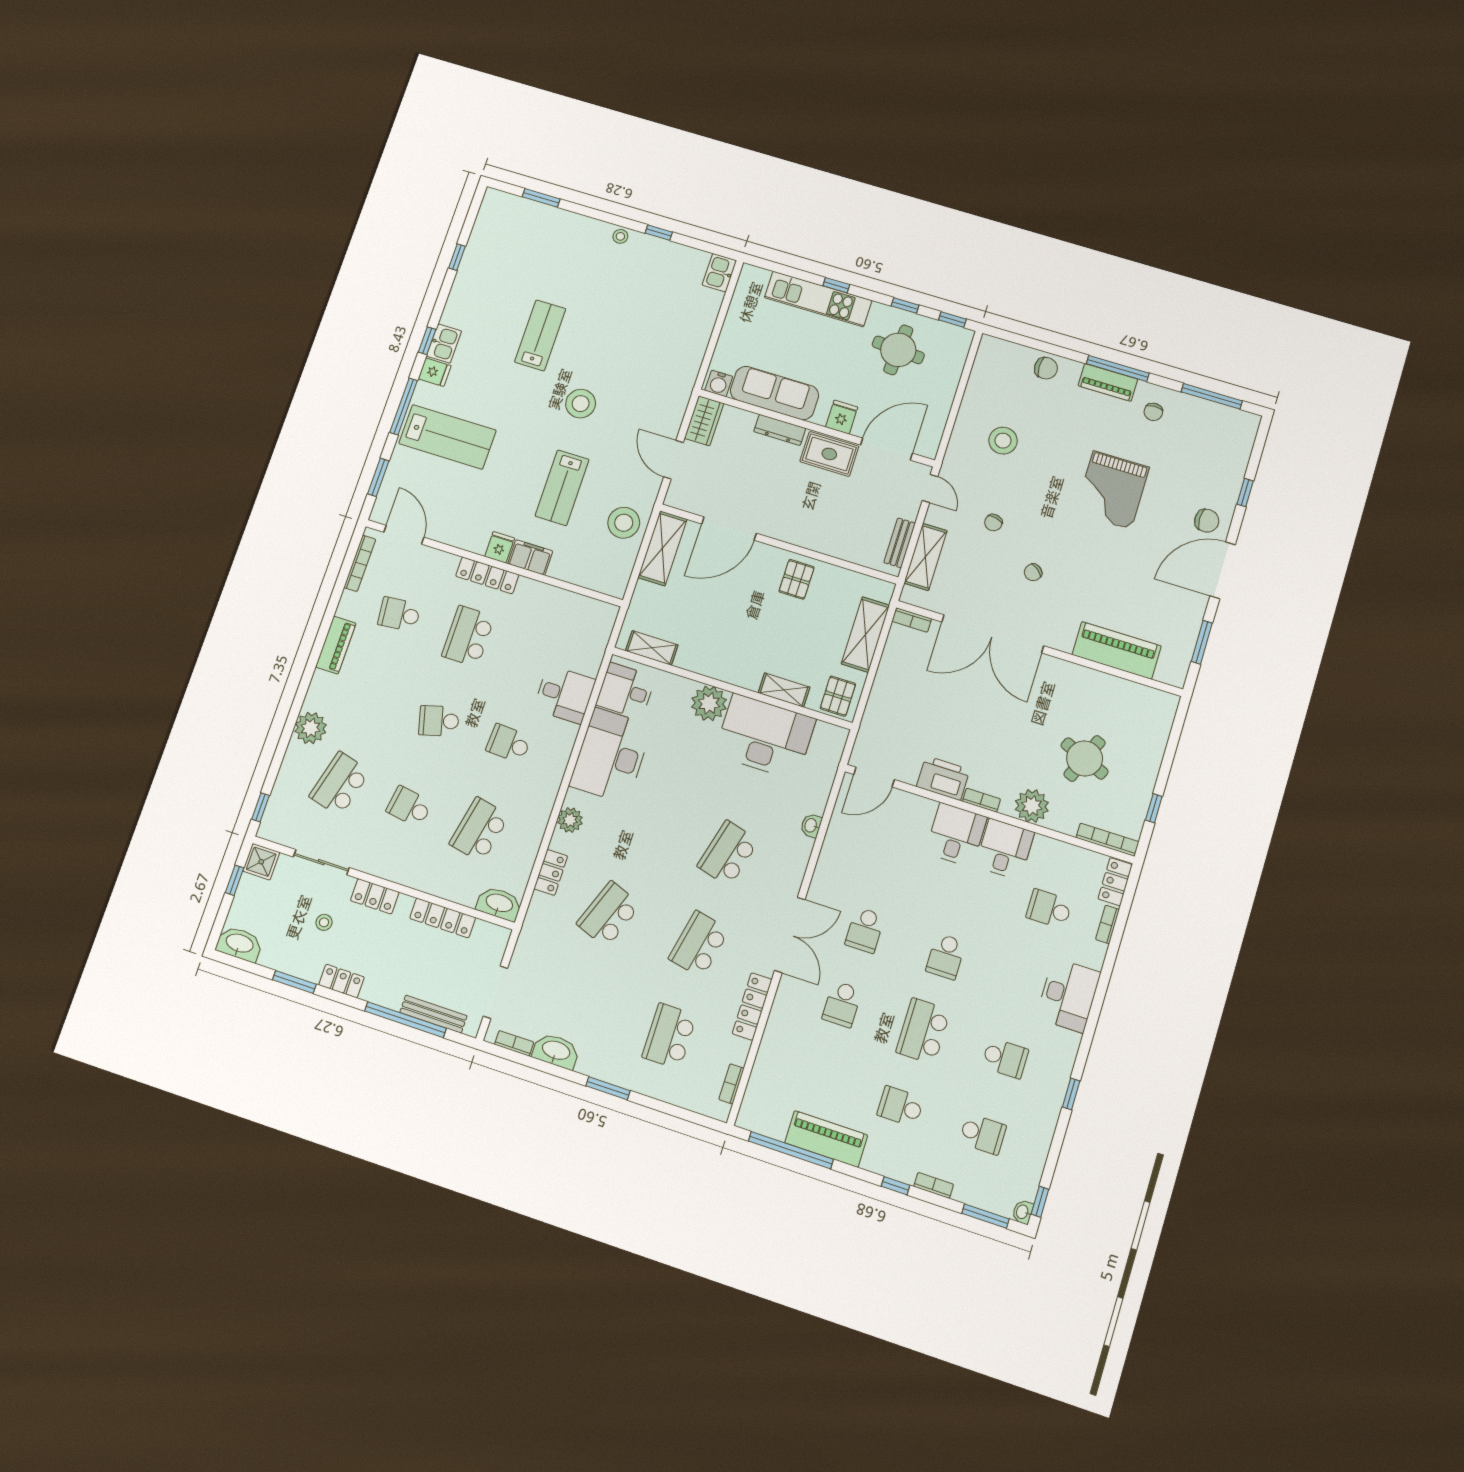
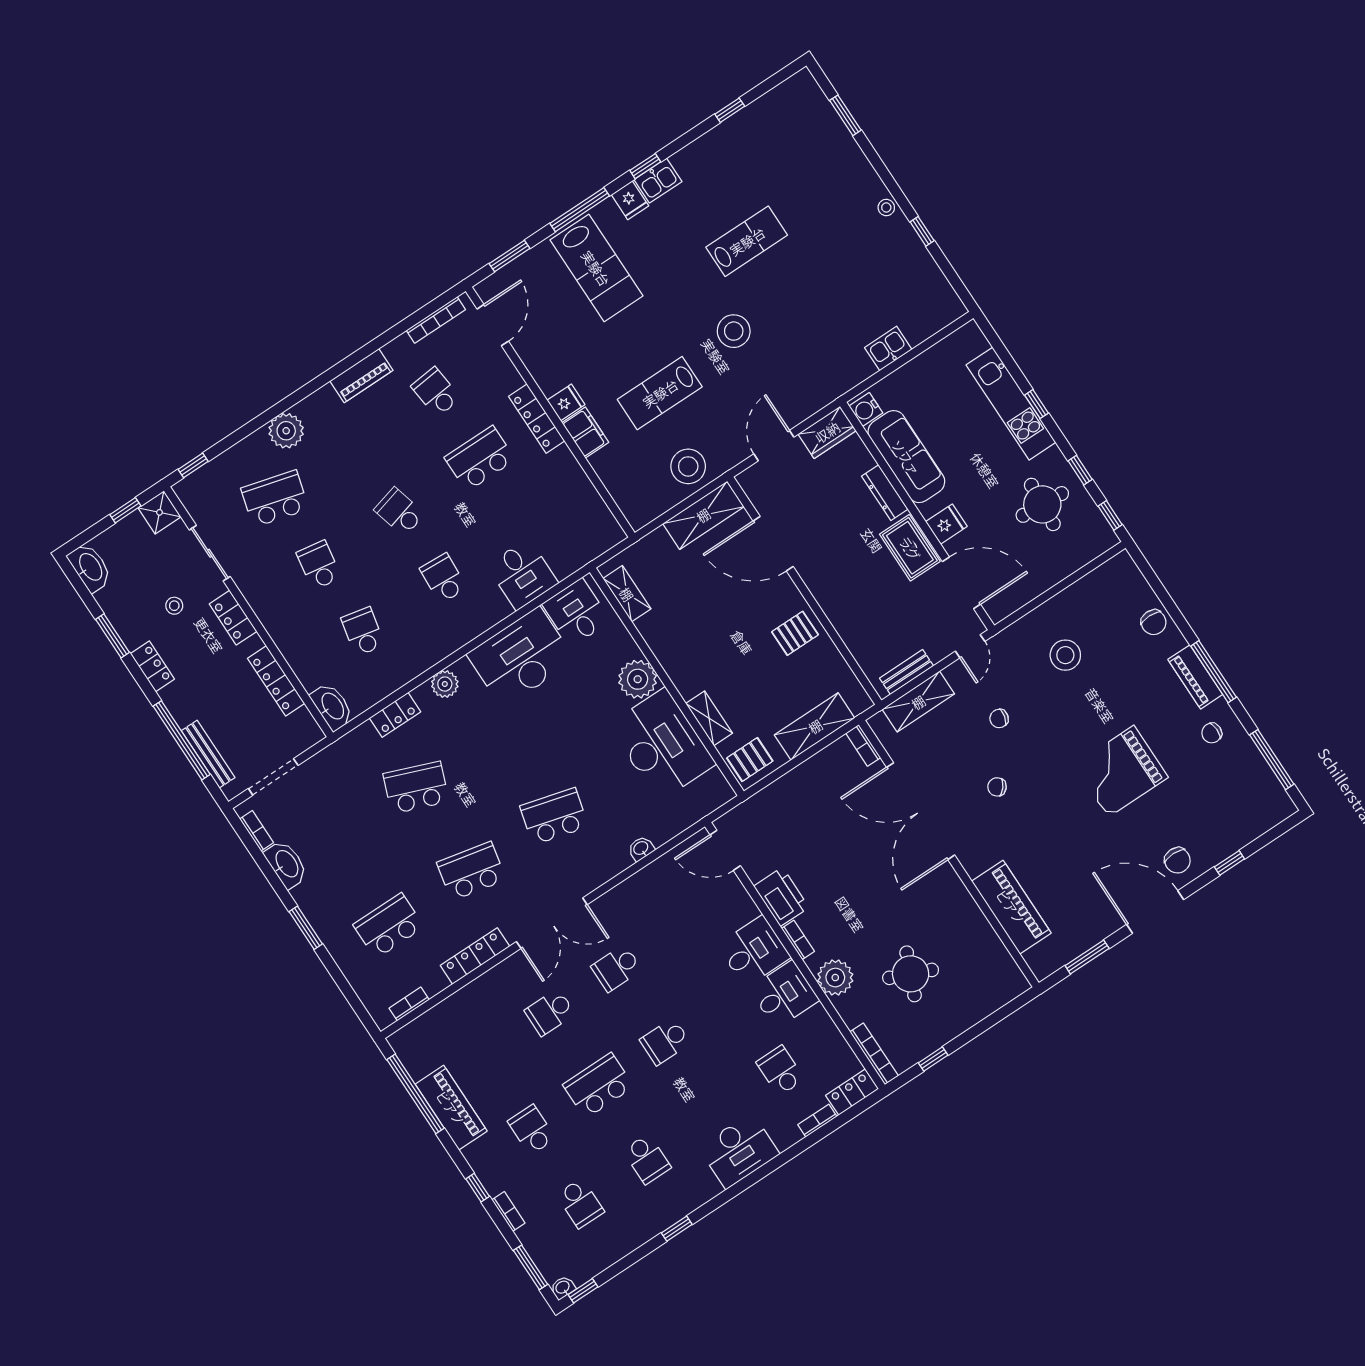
kitchen sink: (719, 273) -> (888, 349), moved
school desk: (479, 830) -> (363, 632), width x0.54

